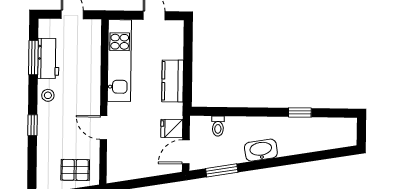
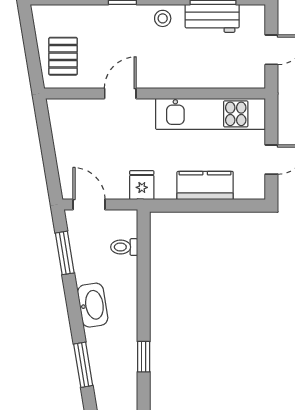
kitchen counter: (173, 81) -> (205, 186), moved
fridge: (172, 128) -> (142, 185), moved
window: (305, 158) -> (83, 365), added

